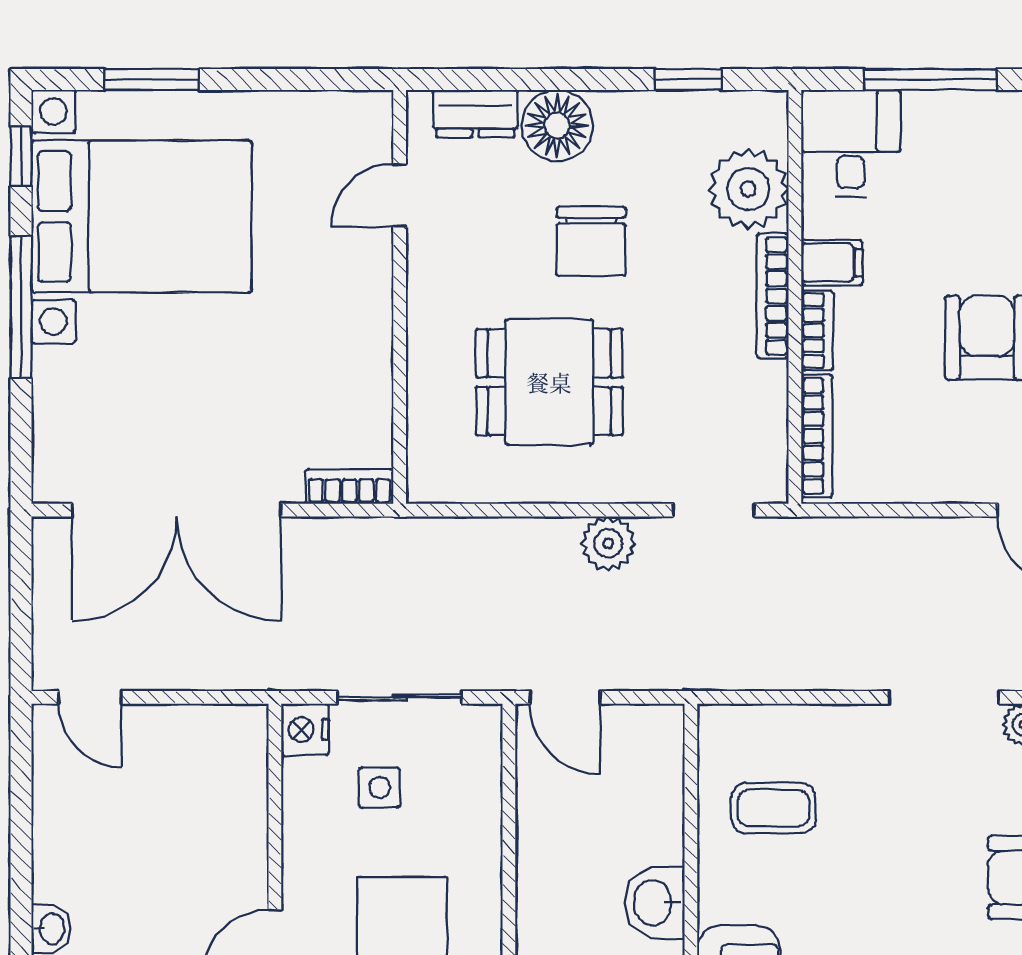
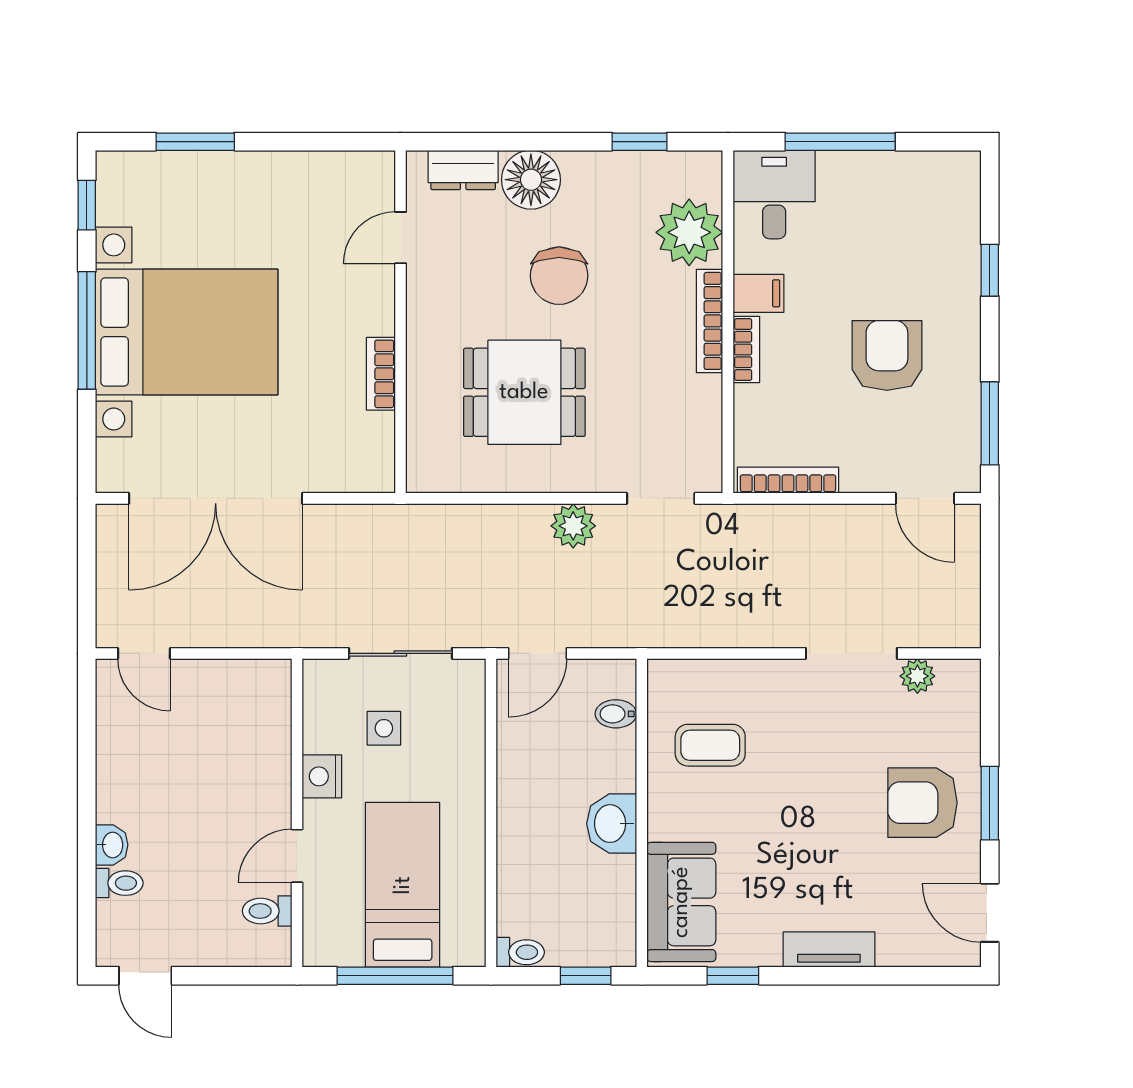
bed with nightstands: (142, 217) -> (187, 332), moved
bookcase: (817, 436) -> (788, 480), moved, turned -90
bookcase: (350, 486) -> (381, 374), moved, turned -90
door: (565, 697) -> (537, 653), hinge flipped
nightstand: (305, 729) -> (322, 776), moved
bidet: (660, 770) -> (616, 714), added

